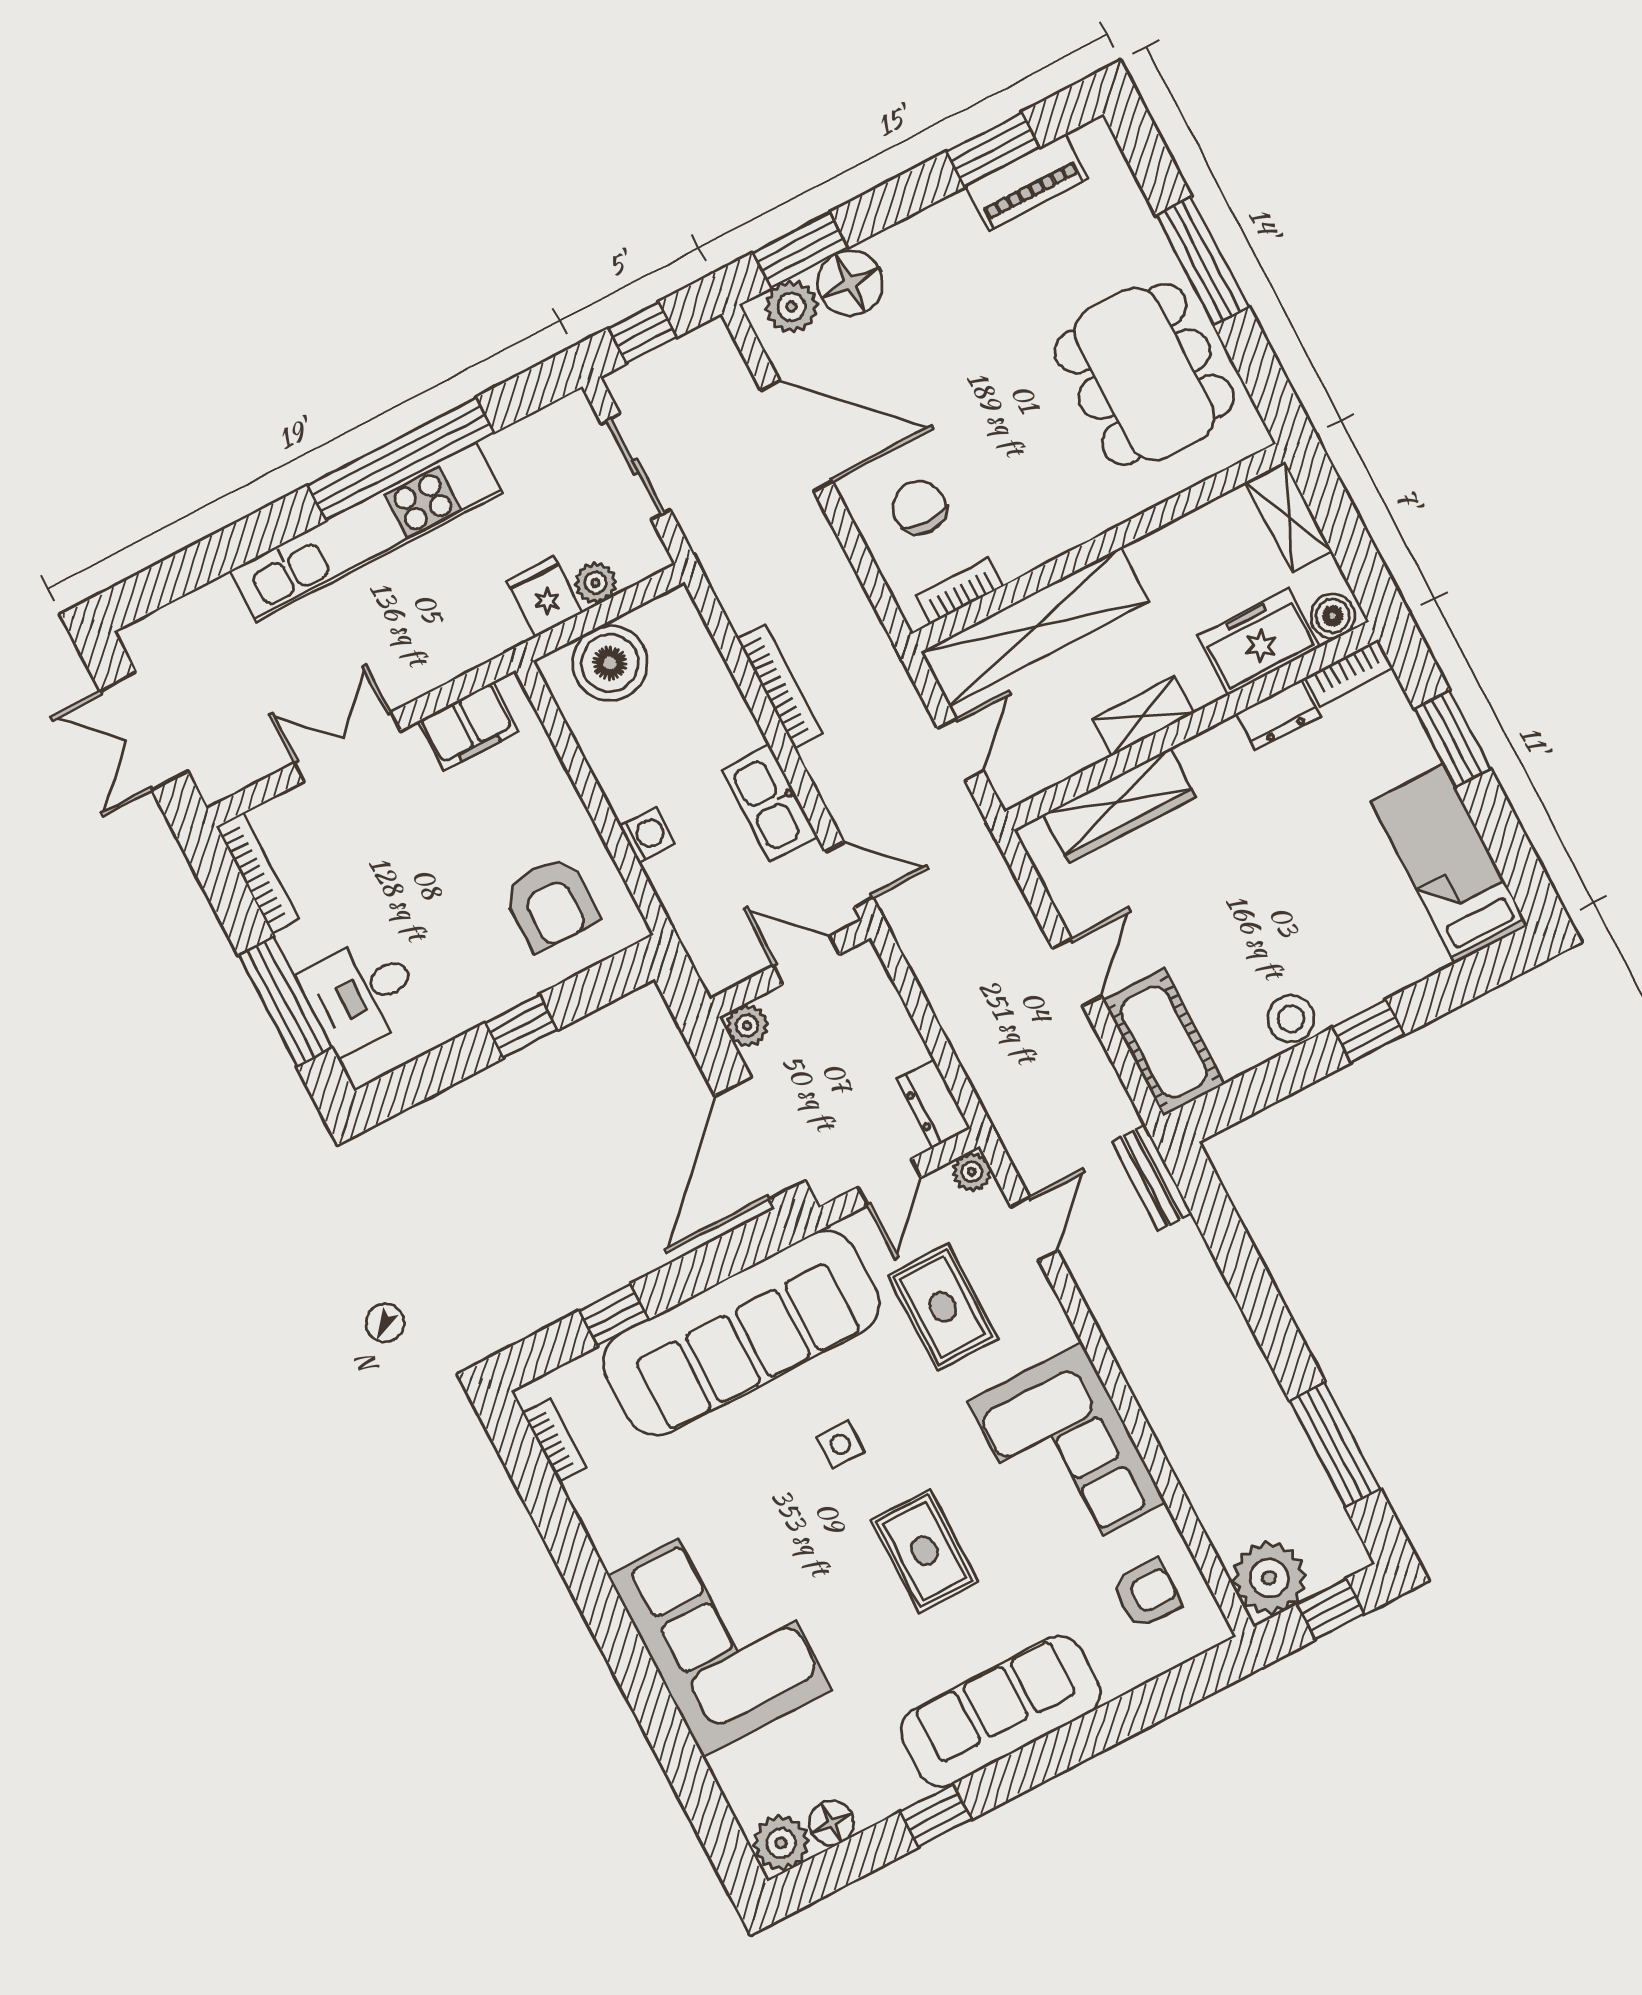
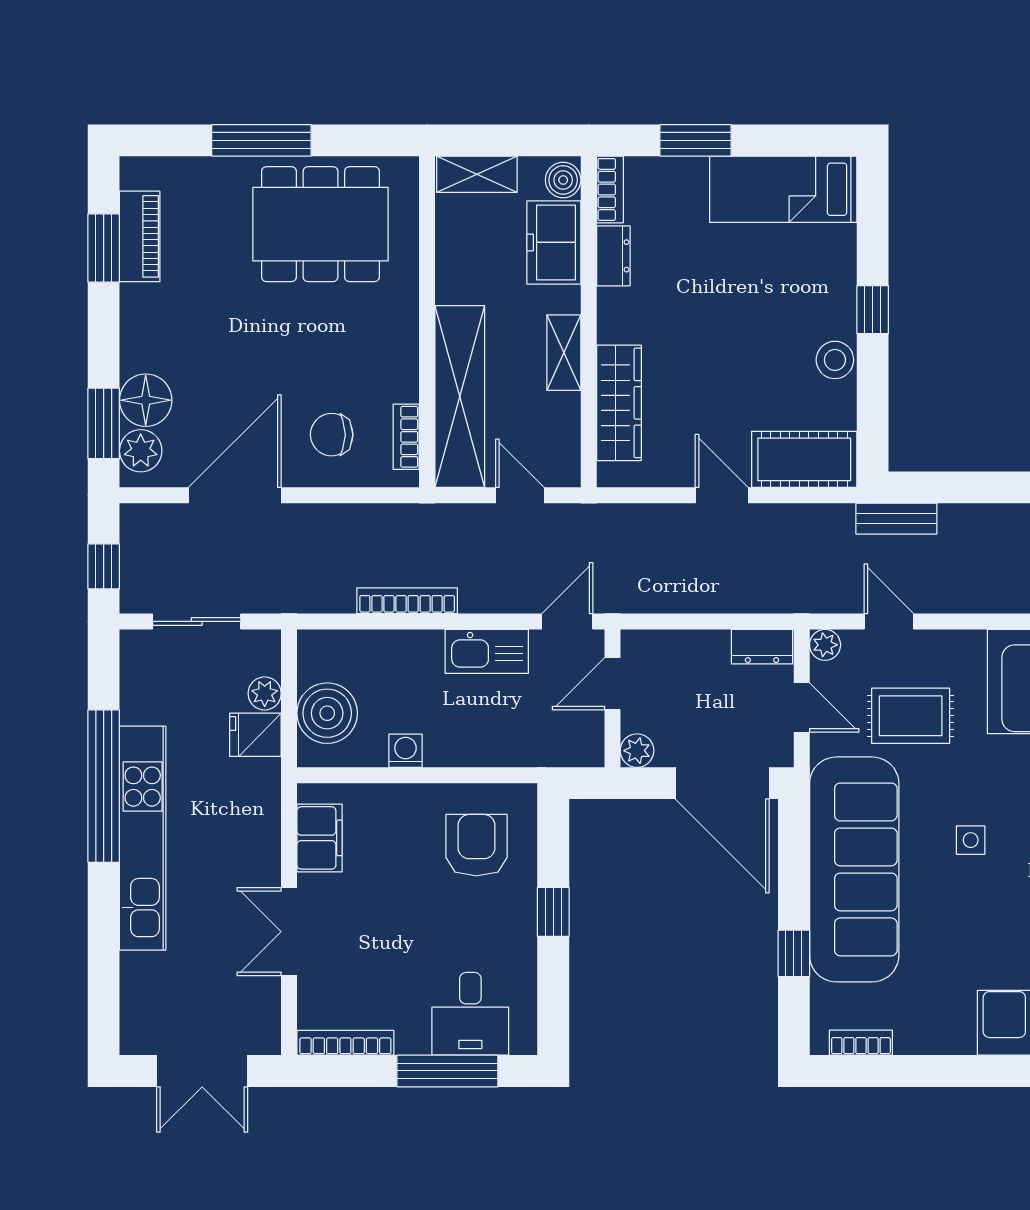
washing machine: (647, 835) -> (405, 751), moved
armchair: (550, 903) -> (476, 845), turned -90

